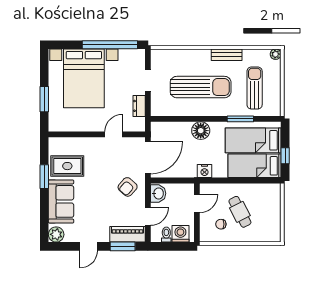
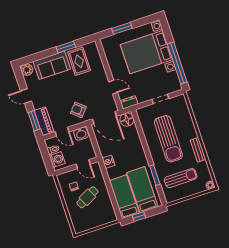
dresser: (139, 106) -> (129, 102), moved
floor lamp: (201, 131) -> (127, 120), moved

